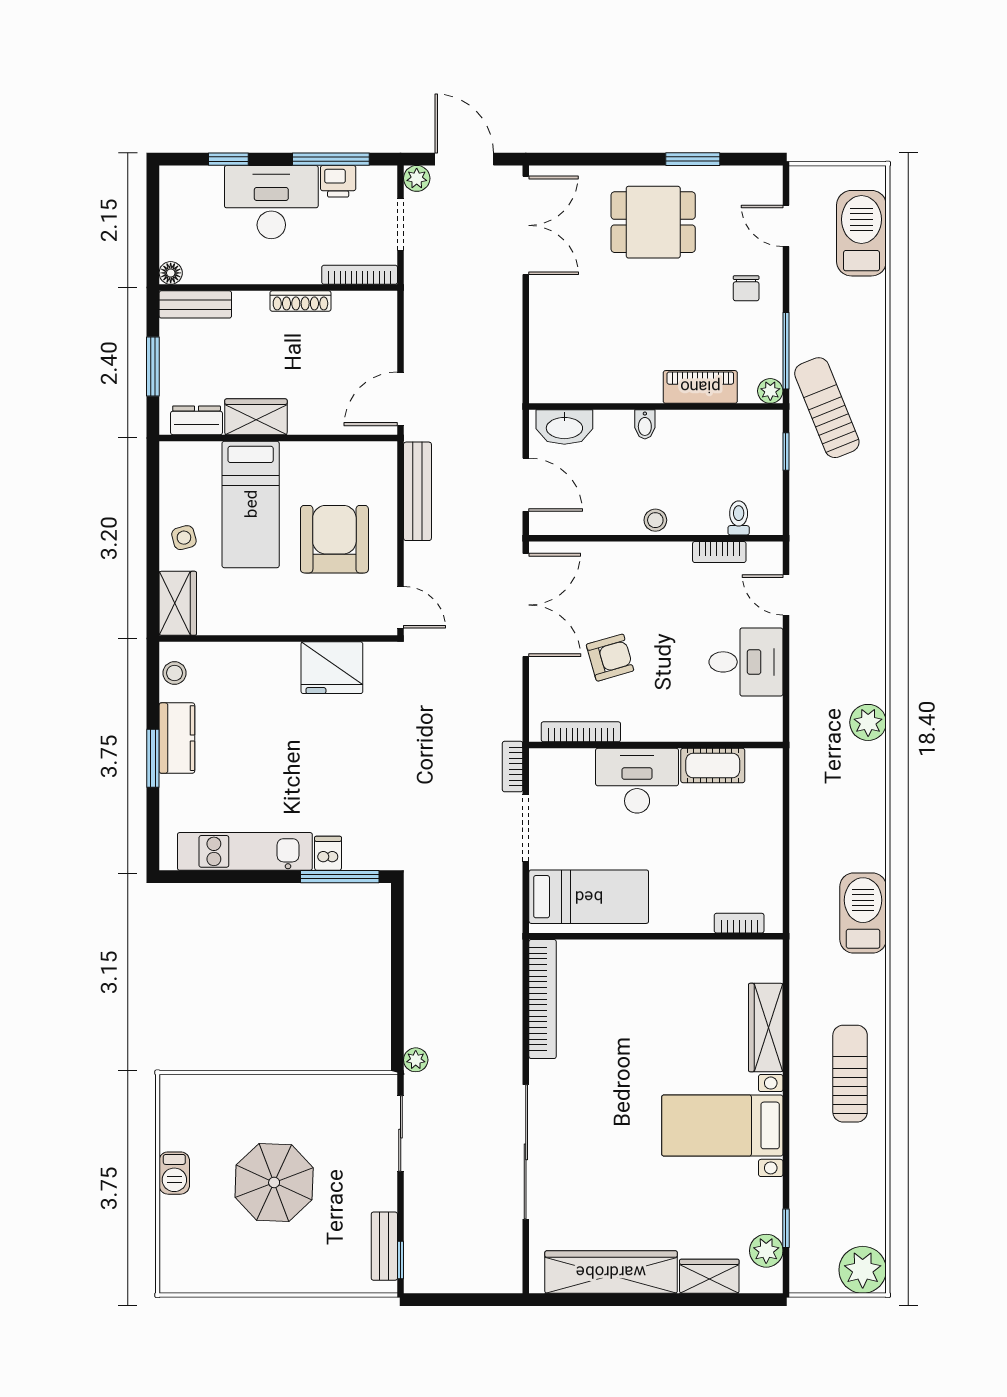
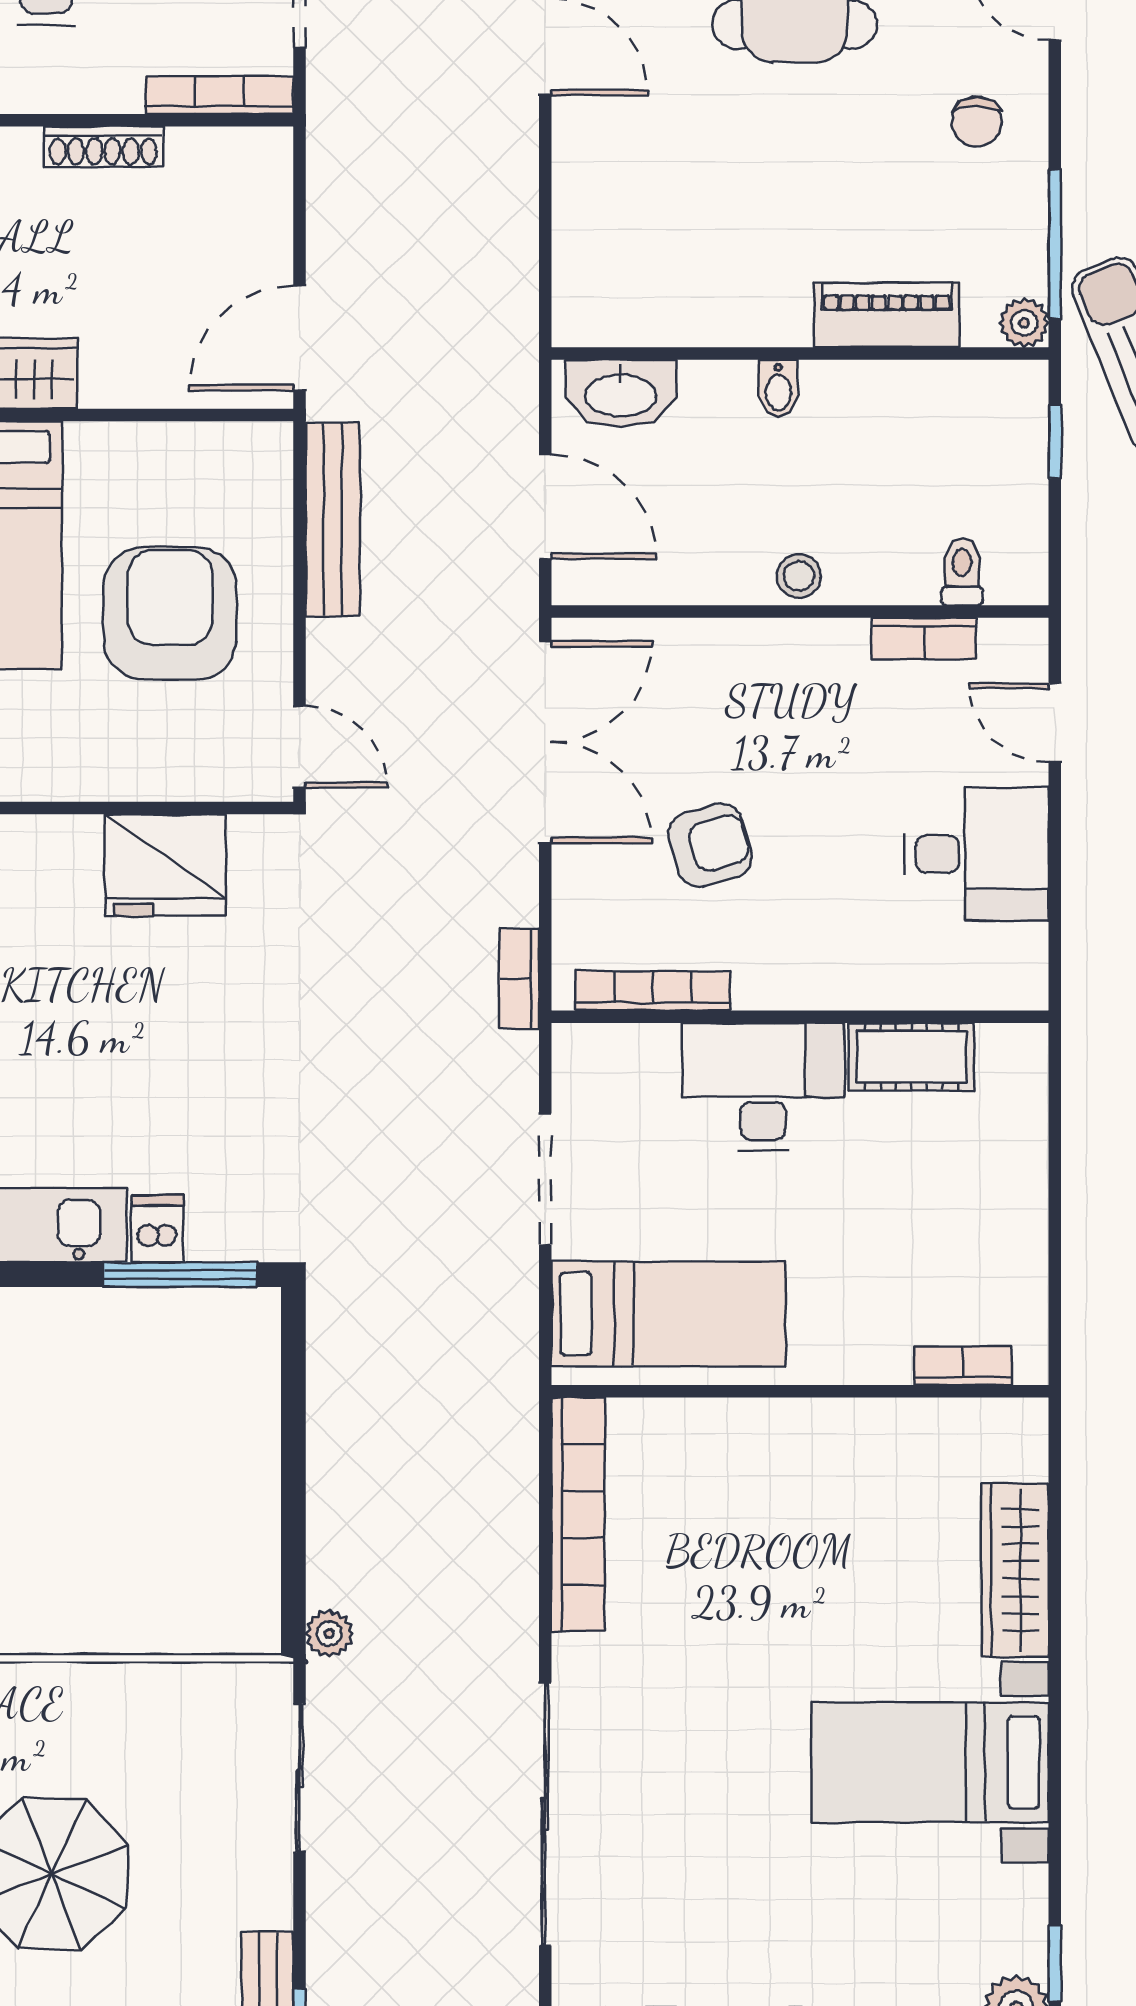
bookcase: (513, 767) -> (519, 979), moved

